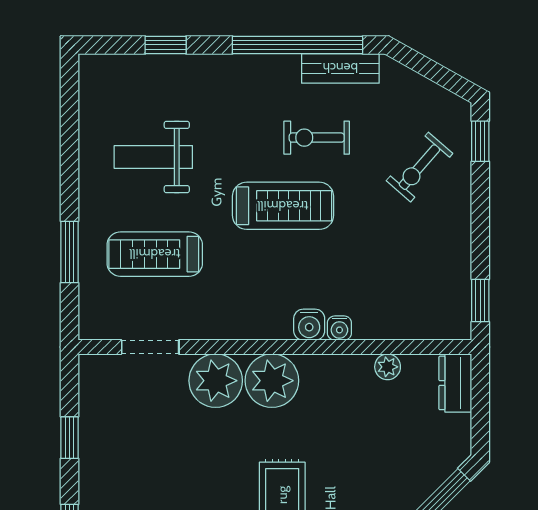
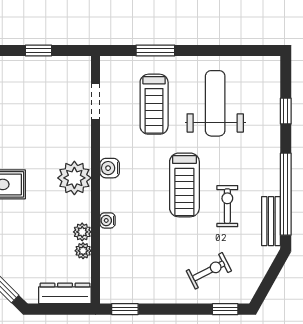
weight bench: (153, 157) -> (215, 103), width x1.36, depth x1.33
exercise bike: (419, 167) -> (209, 271), turned 112
treadmill: (155, 254) -> (154, 104), turned 180
water cooler: (309, 325) -> (110, 168), moved
plant: (216, 381) -> (82, 232), moved, width x0.53, depth x0.53
dresser: (455, 383) -> (65, 293), width x1.44

